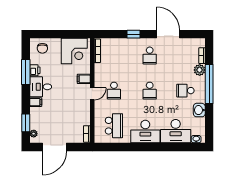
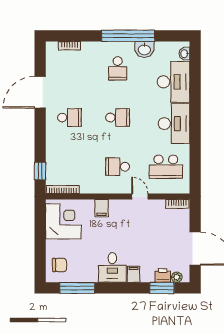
window: (133, 34) -> (40, 171), moved
printer: (35, 70) -> (163, 275), moved
plant: (200, 70) -> (89, 49), removed
window: (26, 72) -> (77, 288), moved
window: (209, 84) -> (128, 36), moved
school desk: (114, 91) -> (118, 167), turned 180
door: (92, 94) -> (140, 197), moved
school desk: (114, 126) -> (166, 167), turned 180

